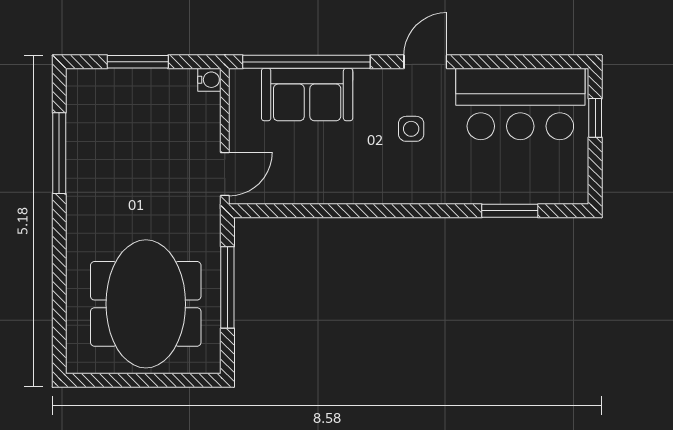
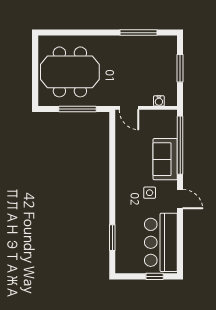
water cooler: (209, 80) -> (159, 101), moved
sofa: (307, 95) -> (165, 159), moved

